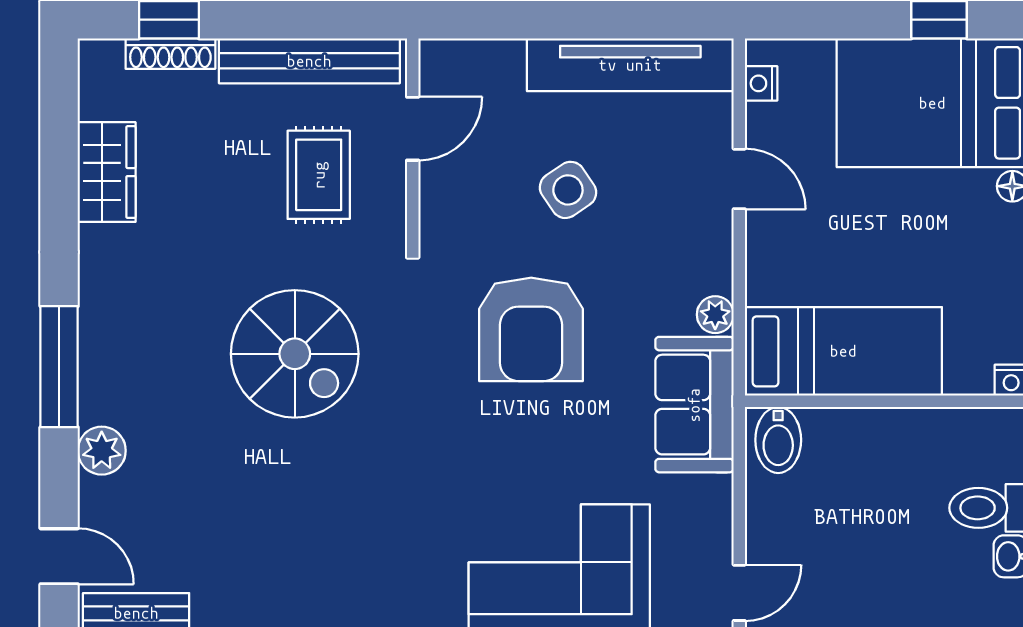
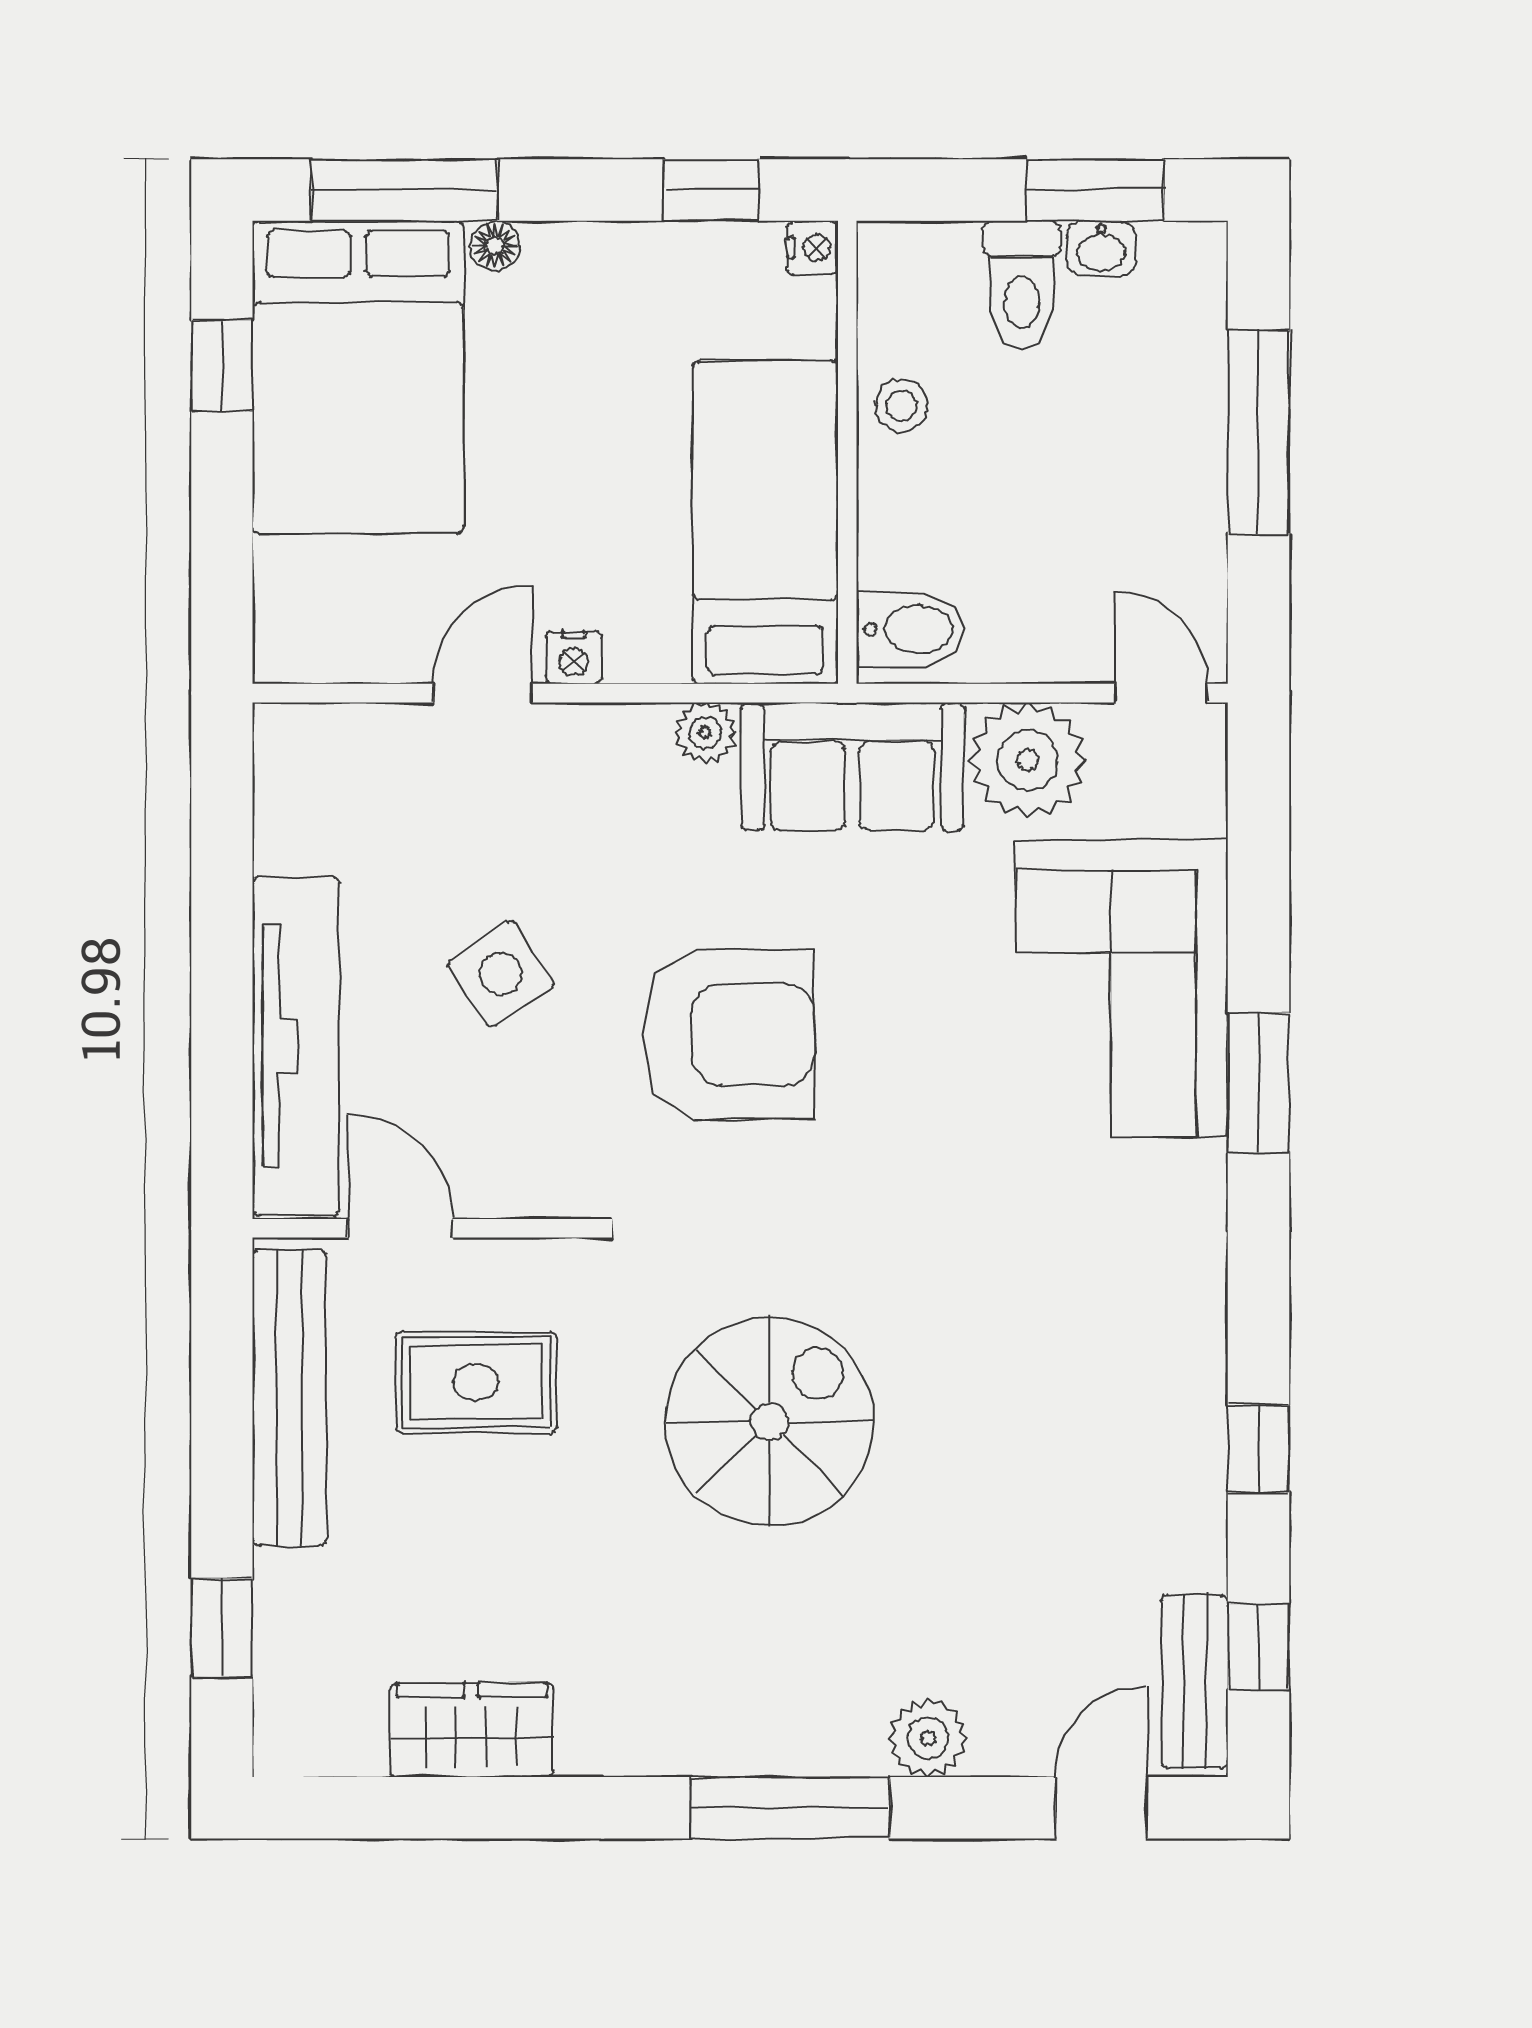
shoe rack: (170, 54) -> (277, 1625), removed
tv unit: (630, 65) -> (296, 1046), moved
nightstand: (761, 83) -> (574, 657), moved
stool: (915, 435) -> (902, 406), added
plant: (698, 511) -> (1028, 760), added

